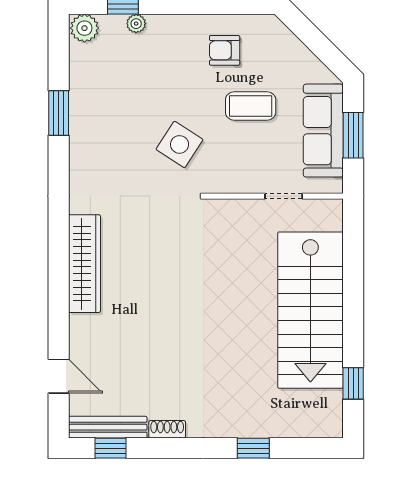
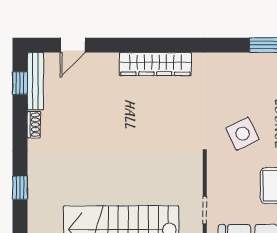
side table: (180, 144) -> (243, 134), turned 31

